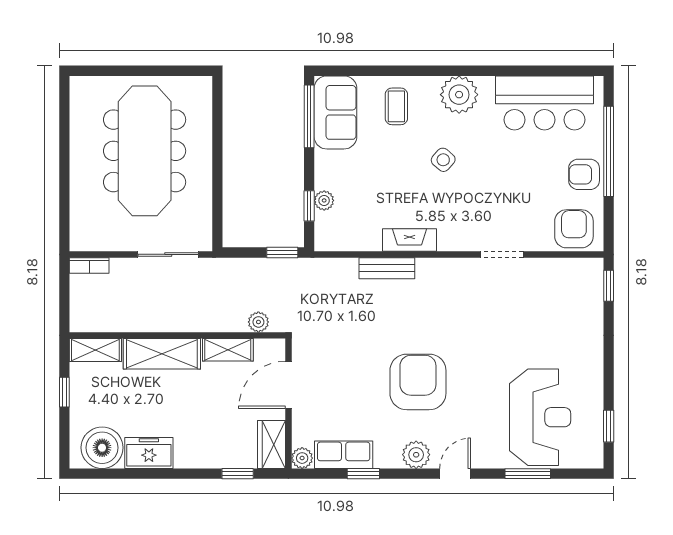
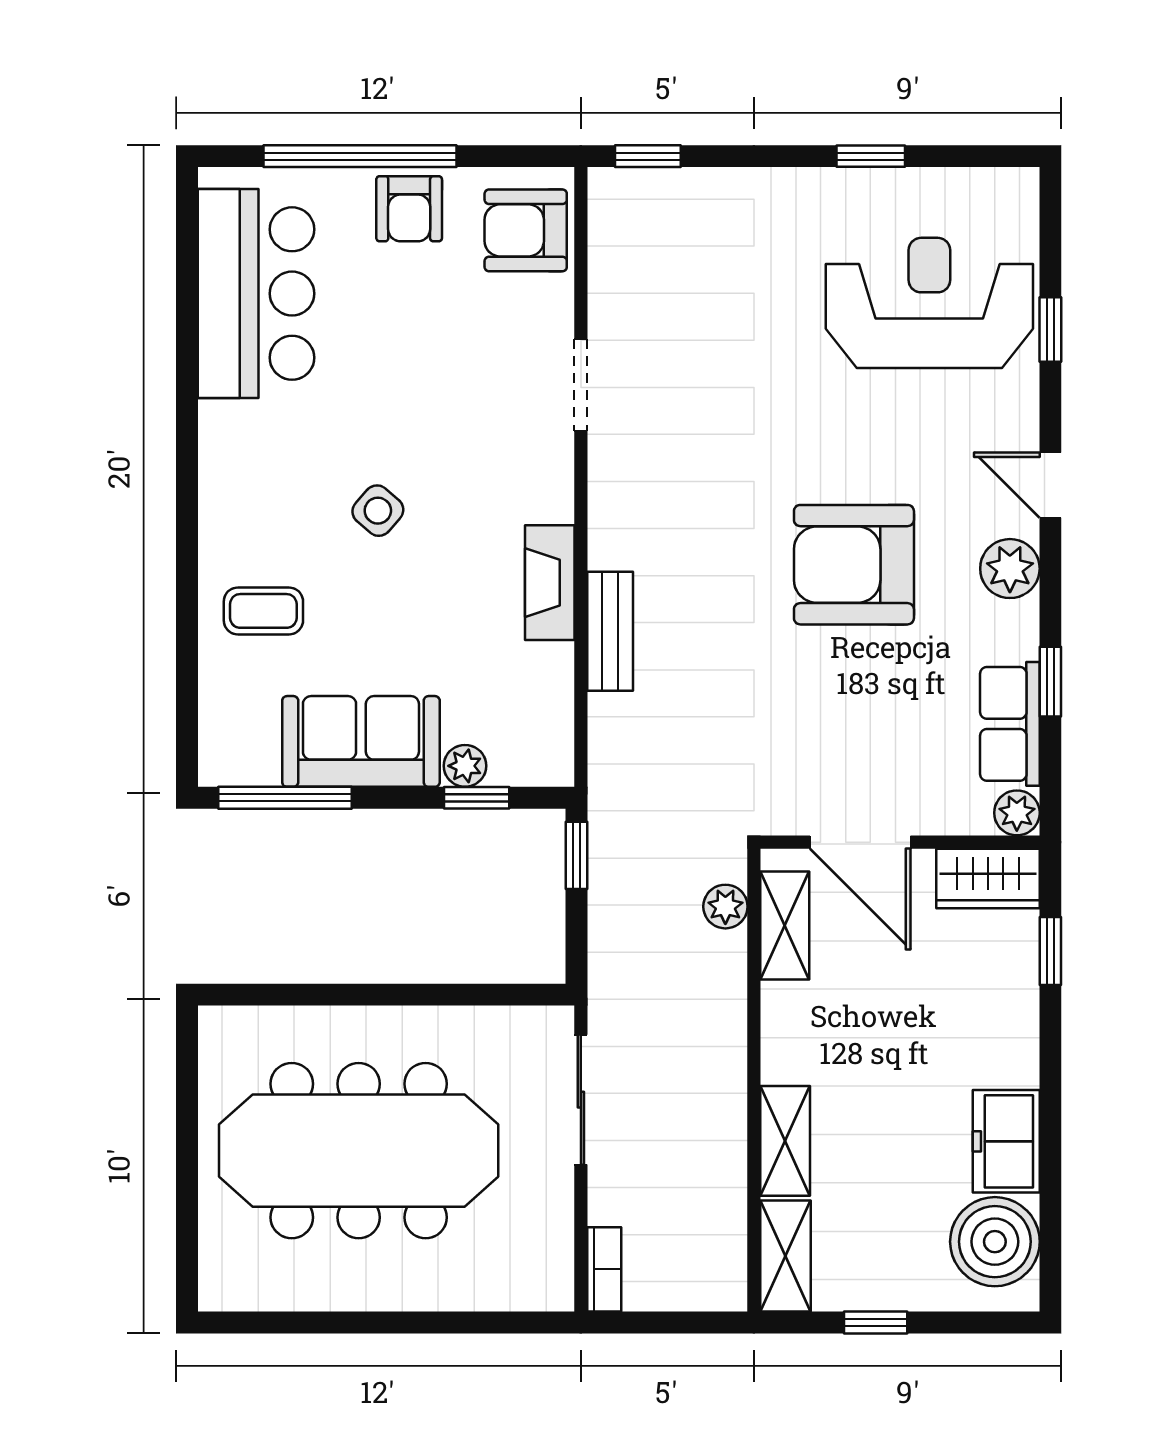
plant: (459, 95) -> (238, 477), removed
sofa: (335, 112) -> (361, 741), moved
shelving: (228, 350) -> (785, 925), moved
shelving: (162, 354) -> (785, 1141), width x0.67, depth x0.75
window: (609, 426) -> (871, 156), moved
window: (528, 474) -> (1050, 329), width x0.67

